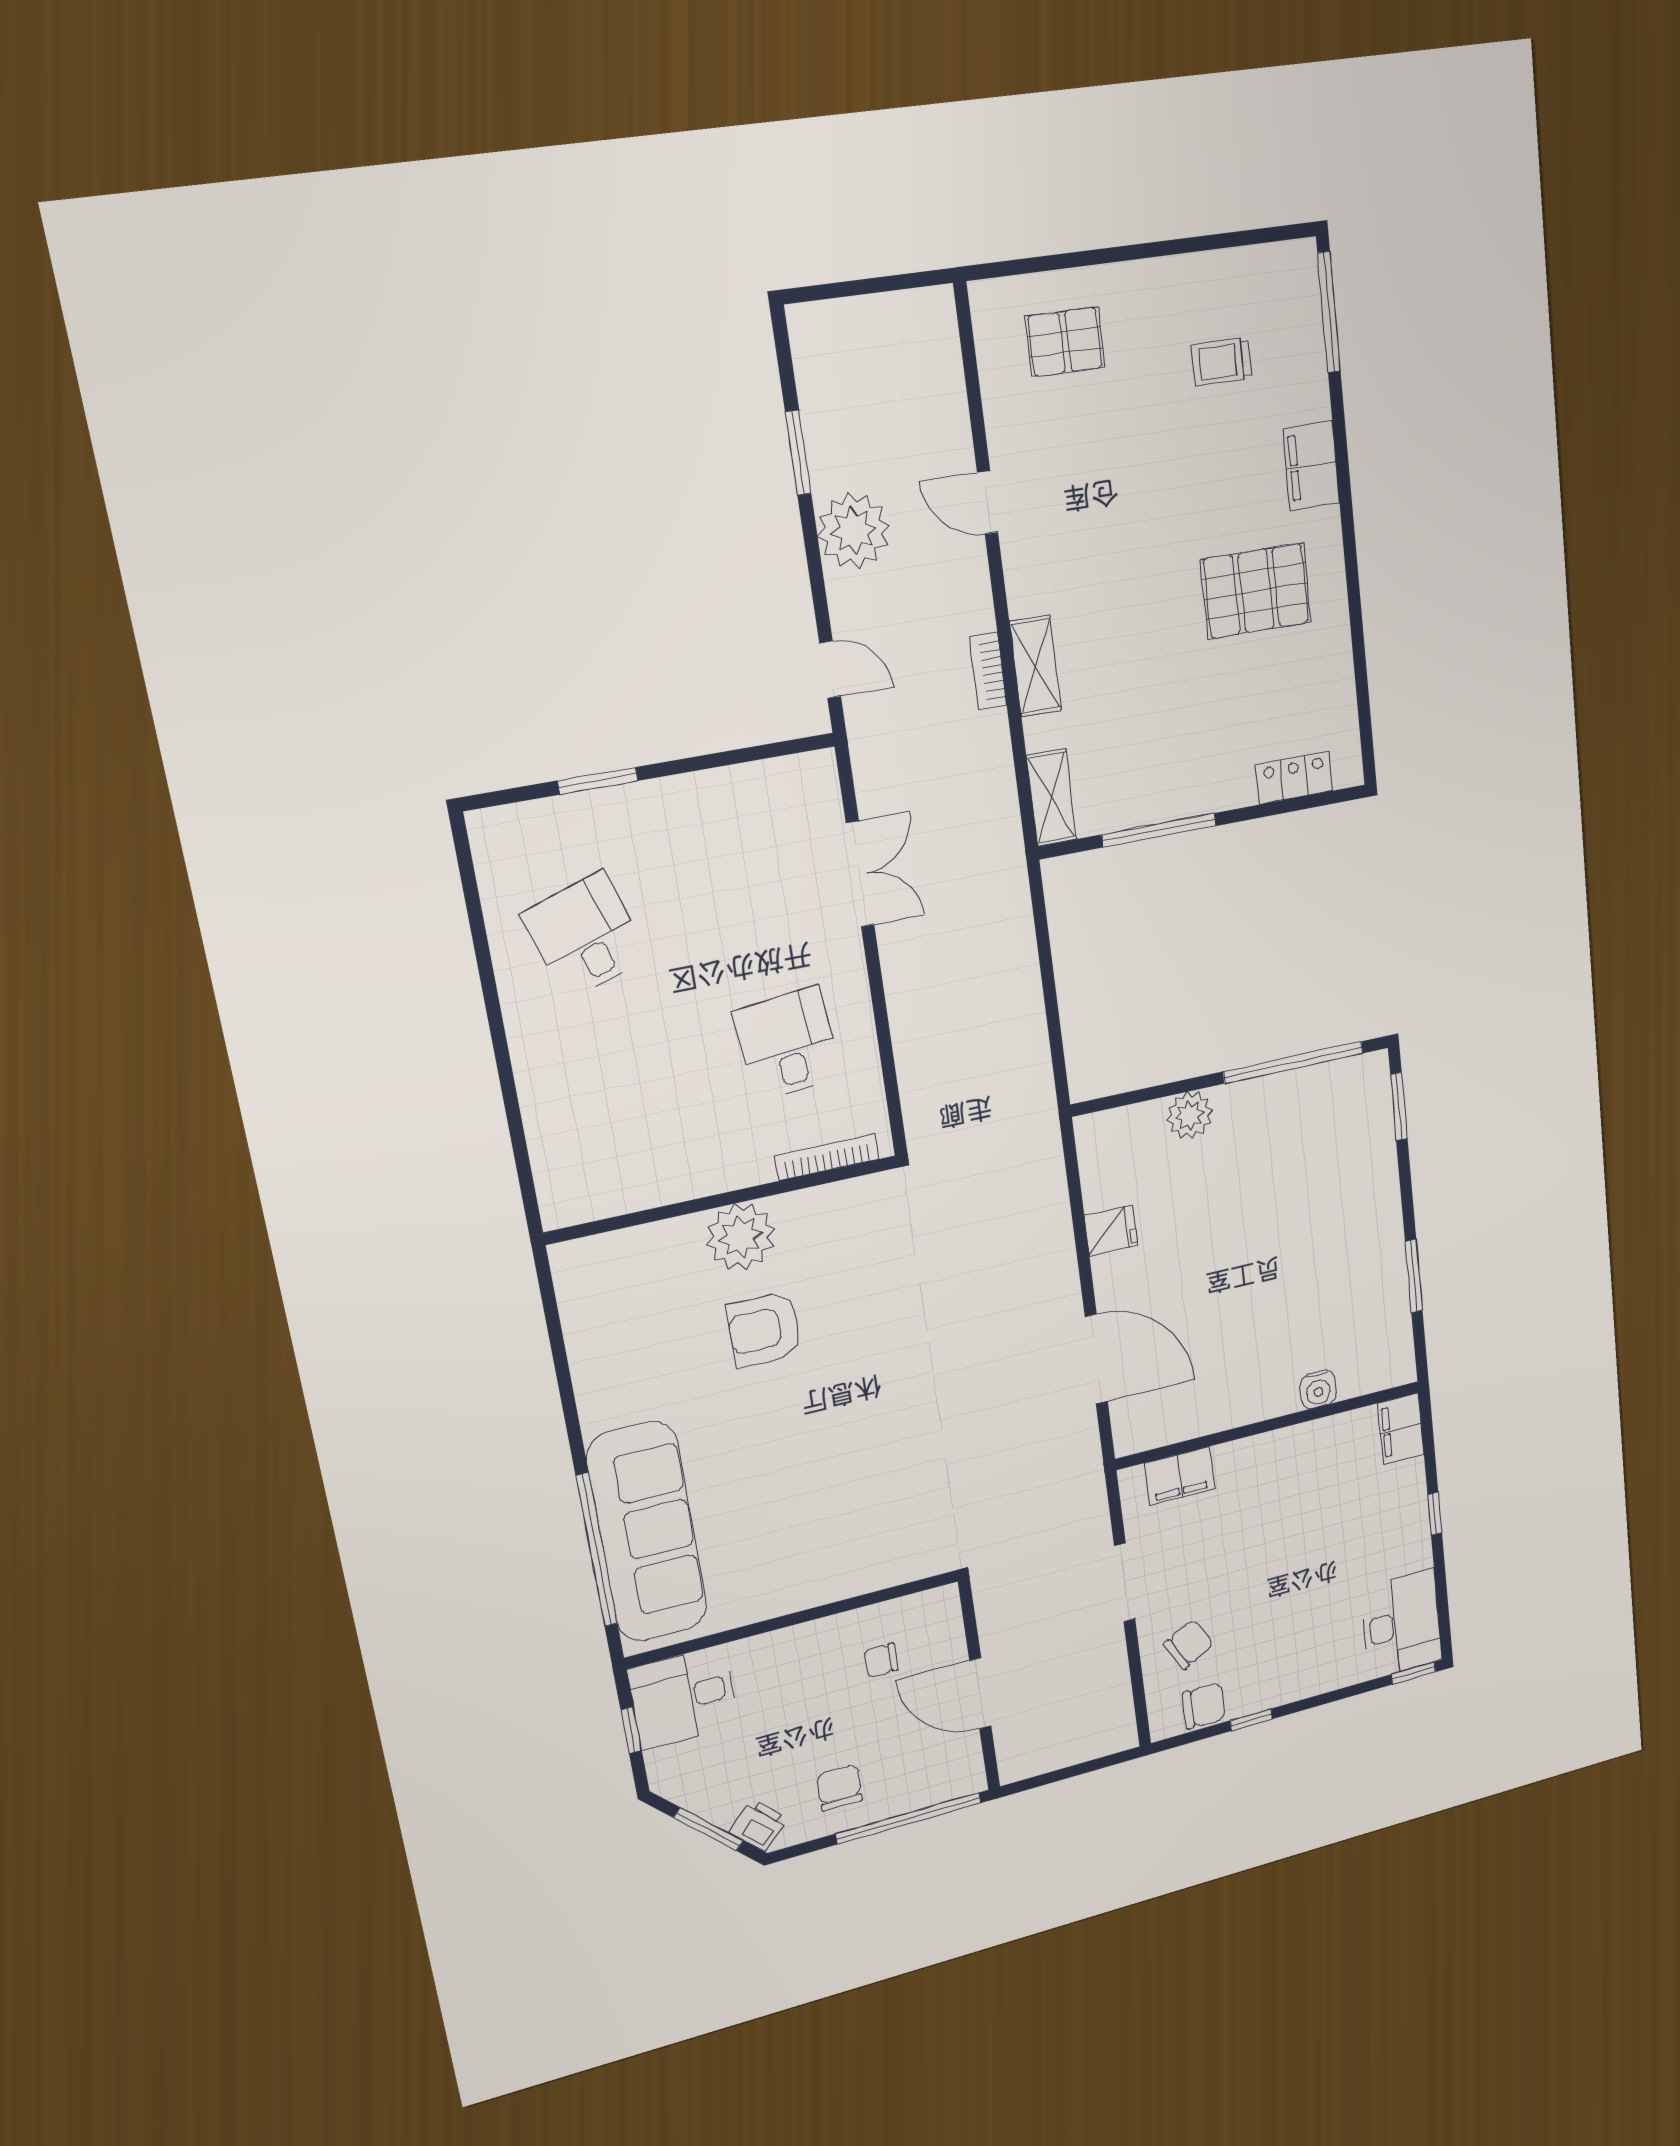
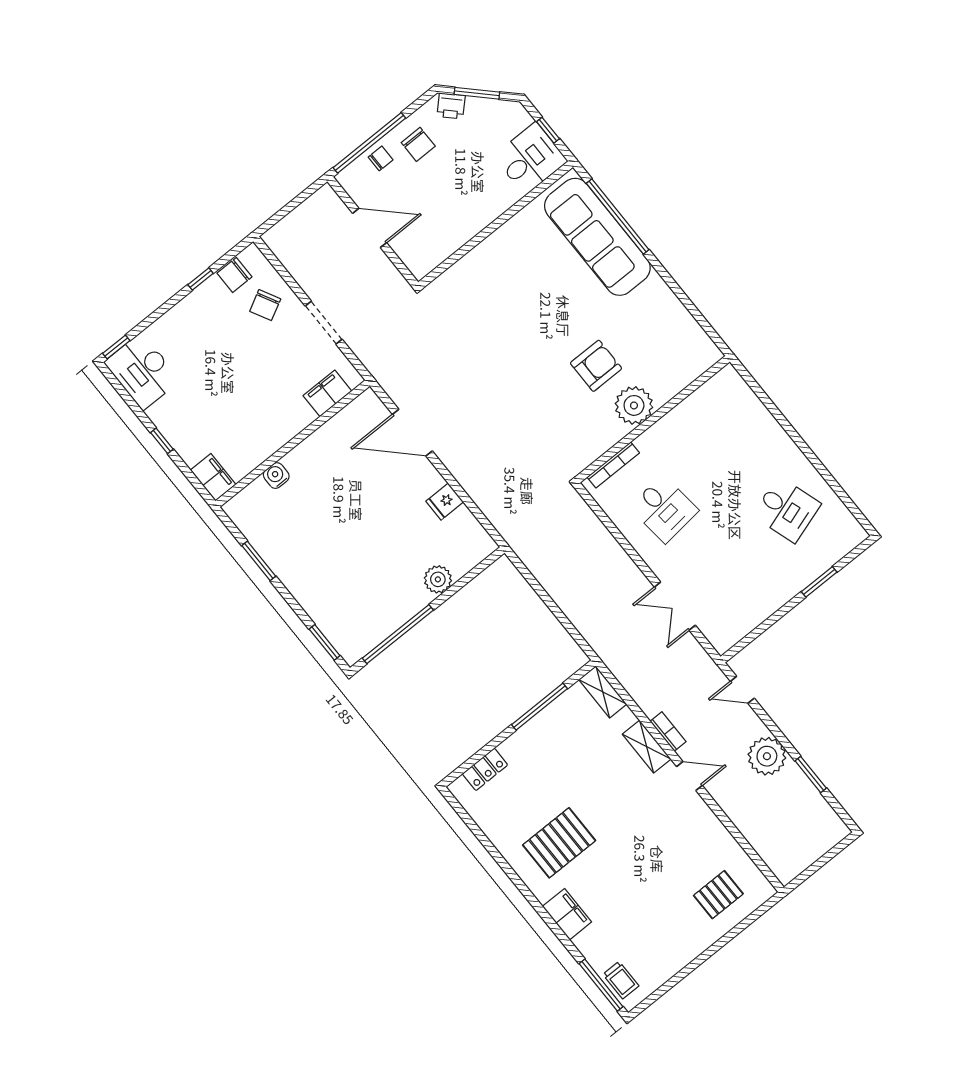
trolley: (1222, 362) -> (621, 980), moved, turned 90
door: (988, 502) -> (689, 776), moved
chair: (881, 1660) -> (381, 158), moved

